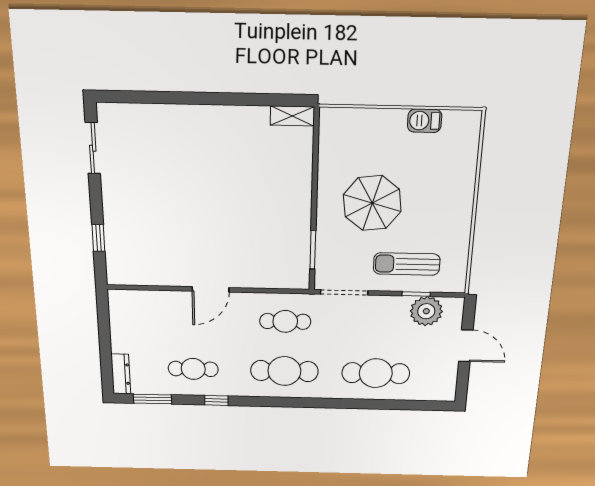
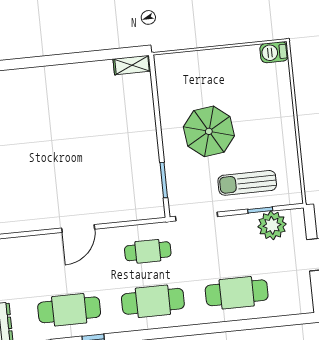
barbecue: (425, 121) -> (274, 52), moved
cafe table: (193, 369) -> (69, 310), width x1.37, depth x1.35

